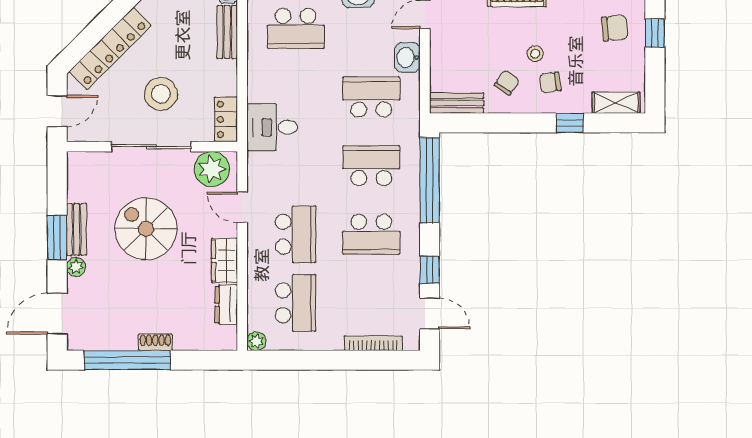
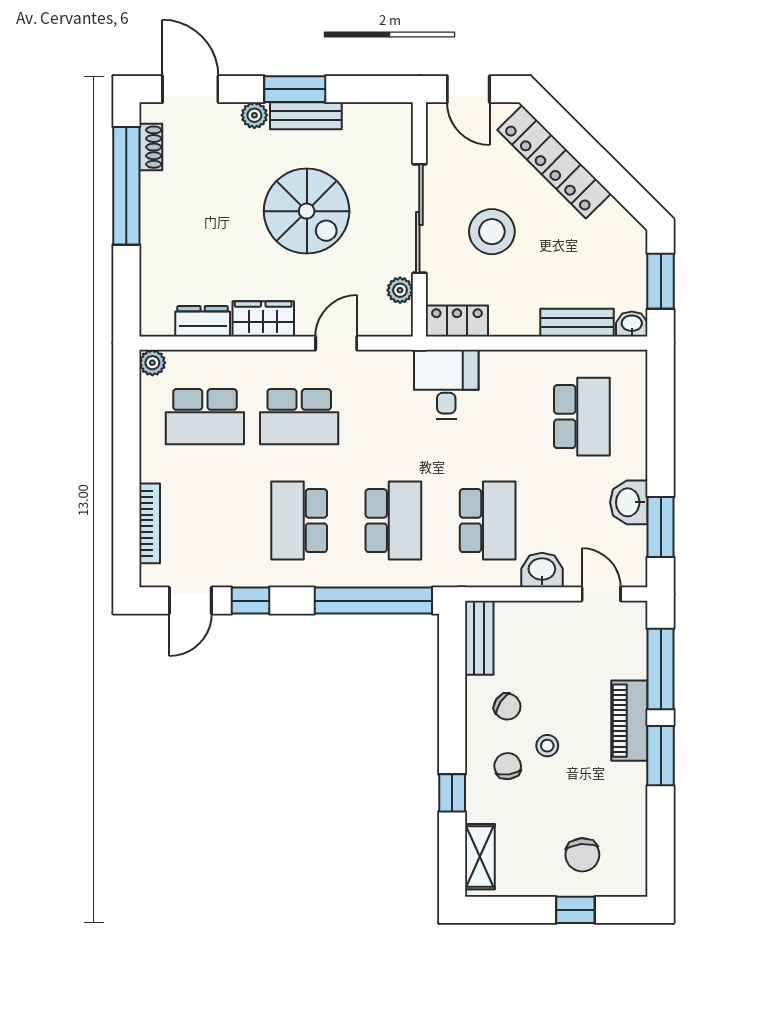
school desk: (296, 28) -> (582, 417), turned 180
plant: (212, 169) -> (400, 290), width x0.53, depth x0.53
spiral stairs: (146, 229) -> (307, 211), turned 90
shoe rack: (155, 342) -> (151, 147), moved

